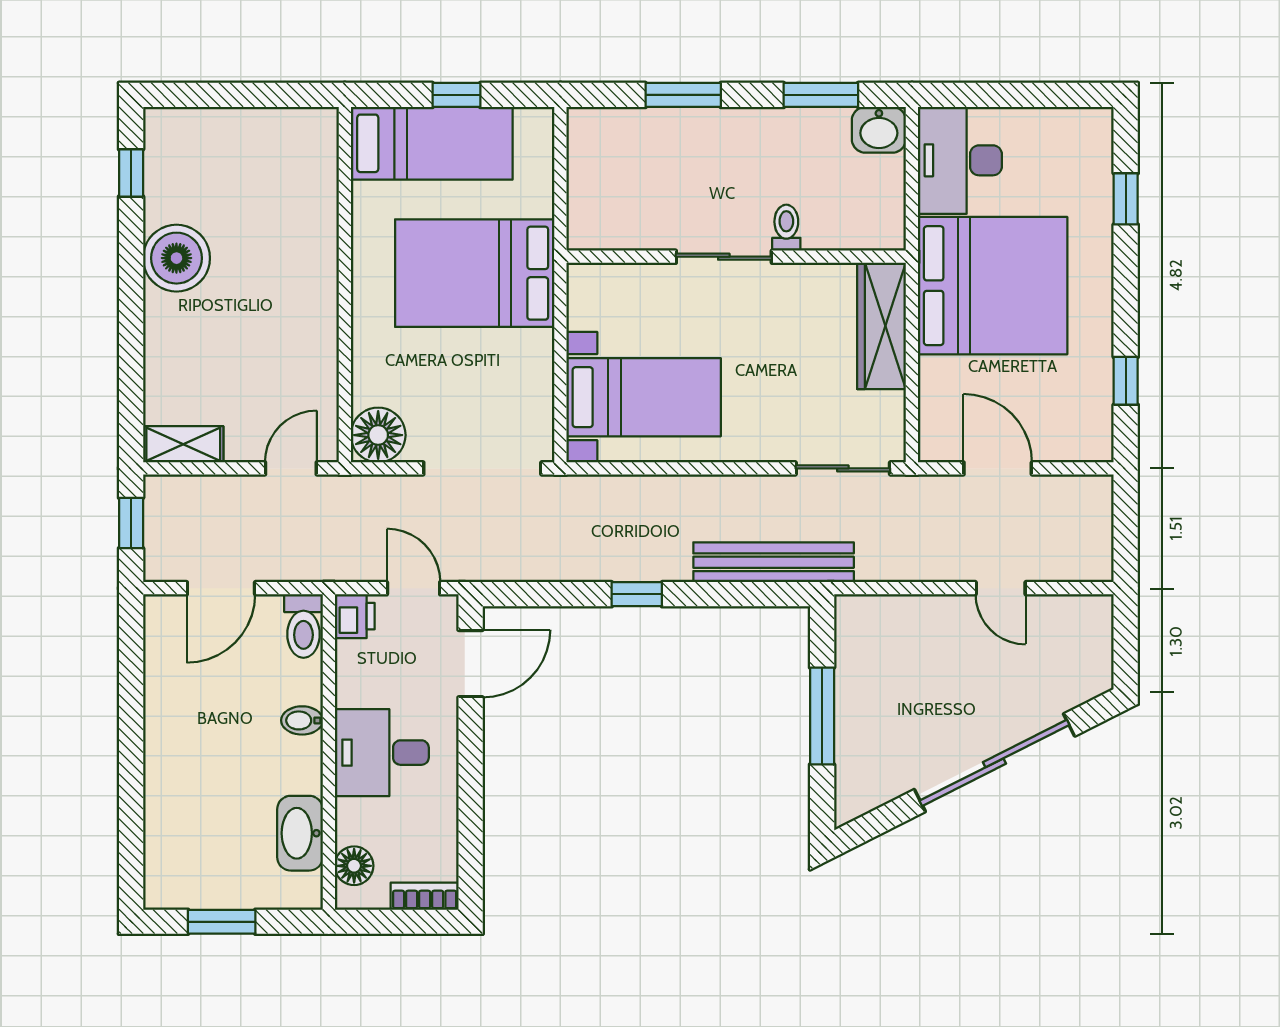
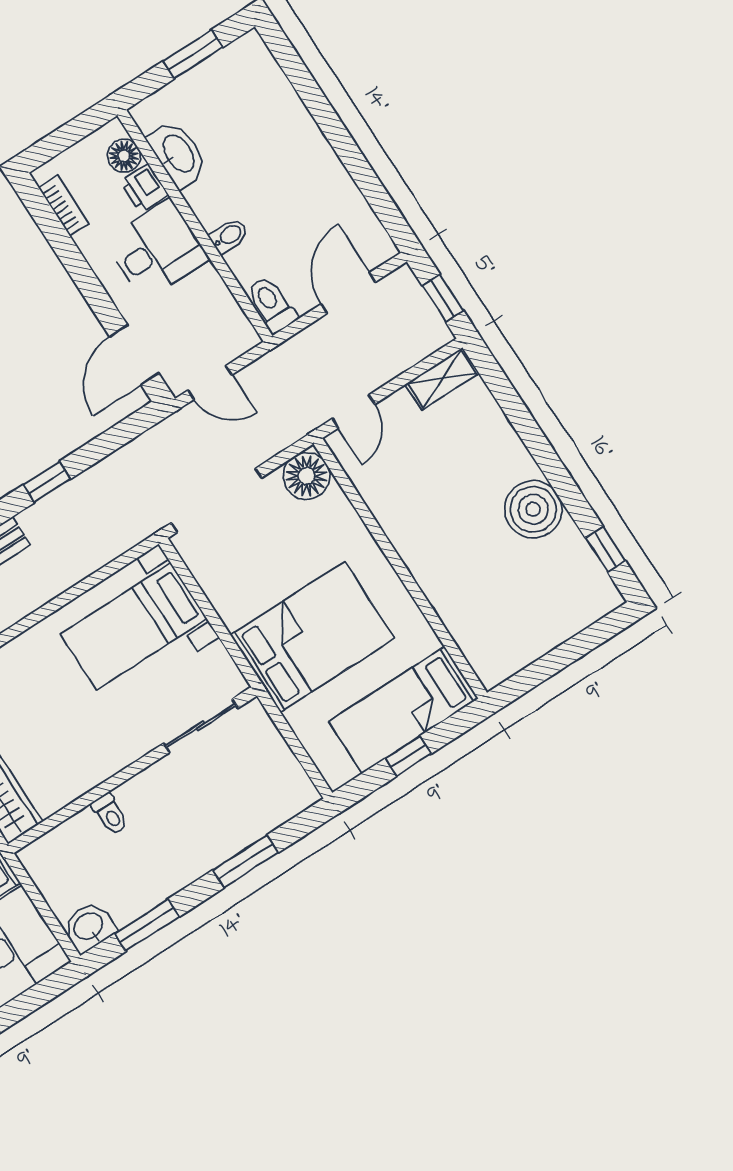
sliding door: (724, 257) -> (201, 726), moved
printer: (355, 616) -> (144, 188), moved
bookcase: (425, 896) -> (64, 206), moved, turned -90

